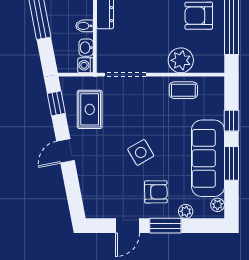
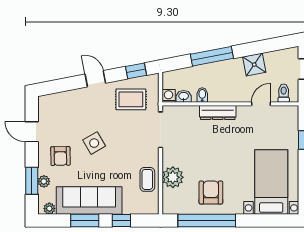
window: (165, 226) -> (32, 181), moved

